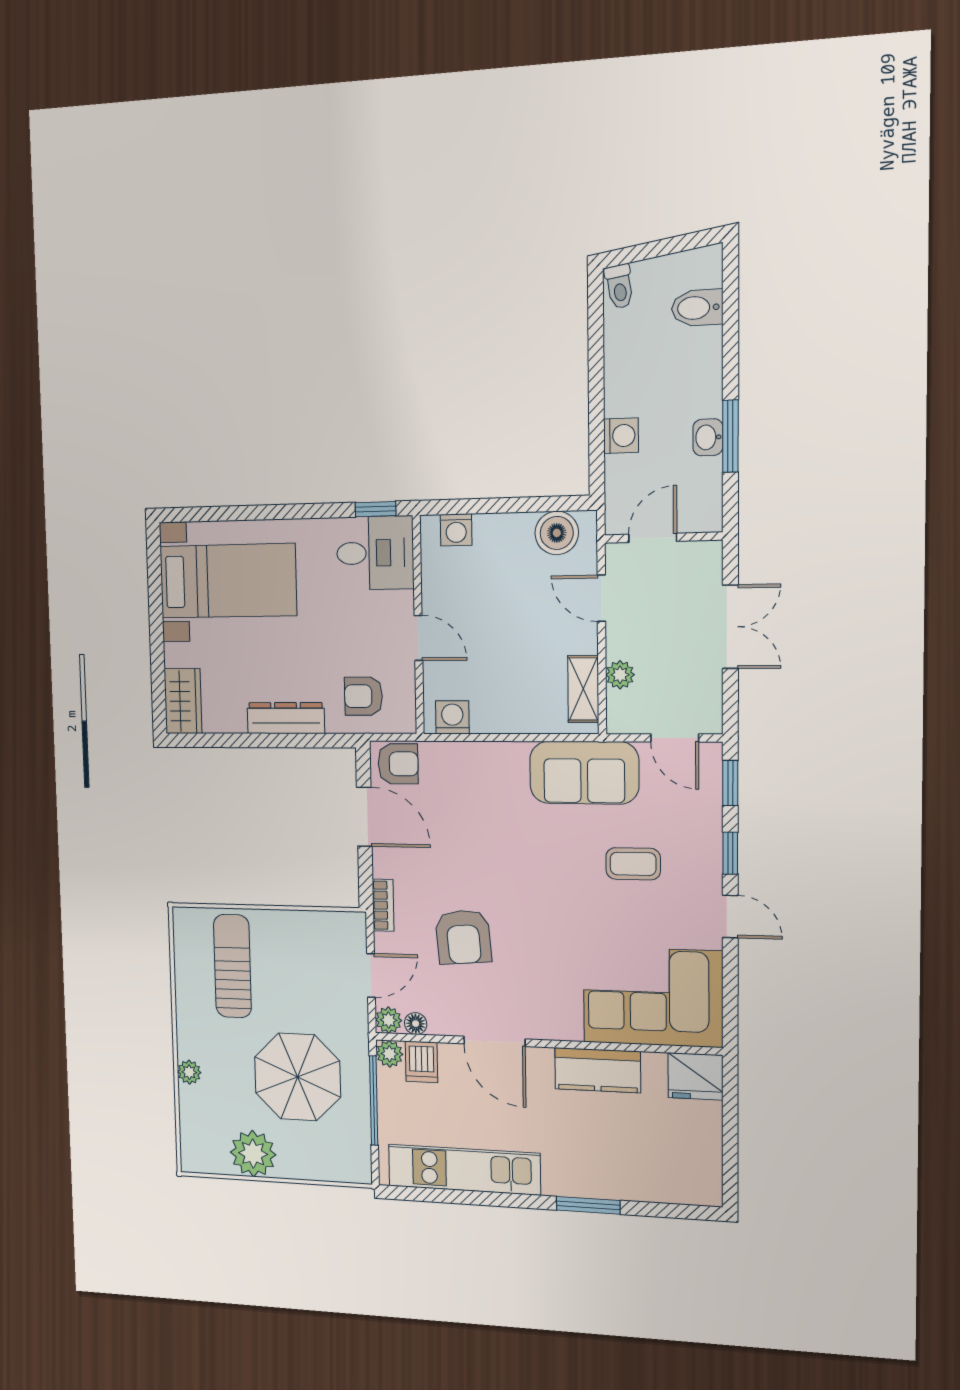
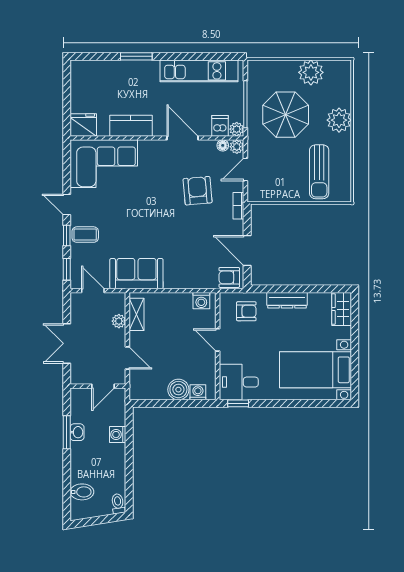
boiler: (557, 533) -> (178, 390), moved
coffee table: (633, 864) -> (85, 235), moved
plant: (189, 1072) -> (339, 120), width x1.87, depth x1.87

